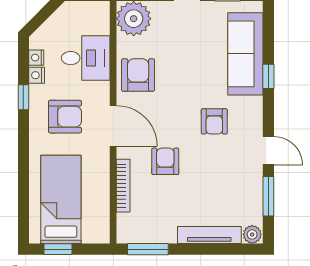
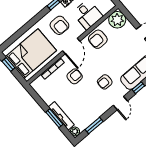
armchair: (138, 75) -> (98, 39), turned 180
door: (268, 151) -> (120, 103), moved
bed: (61, 199) -> (31, 54), width x1.50
window: (148, 249) -> (54, 118), moved

